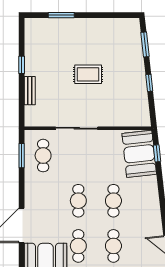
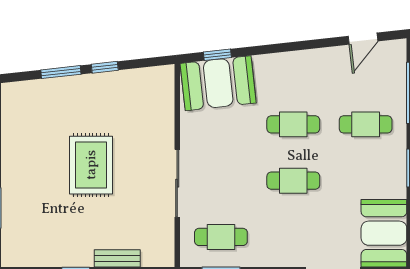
window: (145, 44) -> (61, 72), moved
rug: (88, 74) -> (91, 165), width x1.36, depth x1.43
cafe table: (78, 246) -> (366, 181), removed

